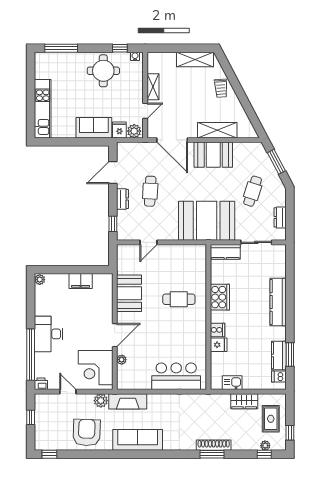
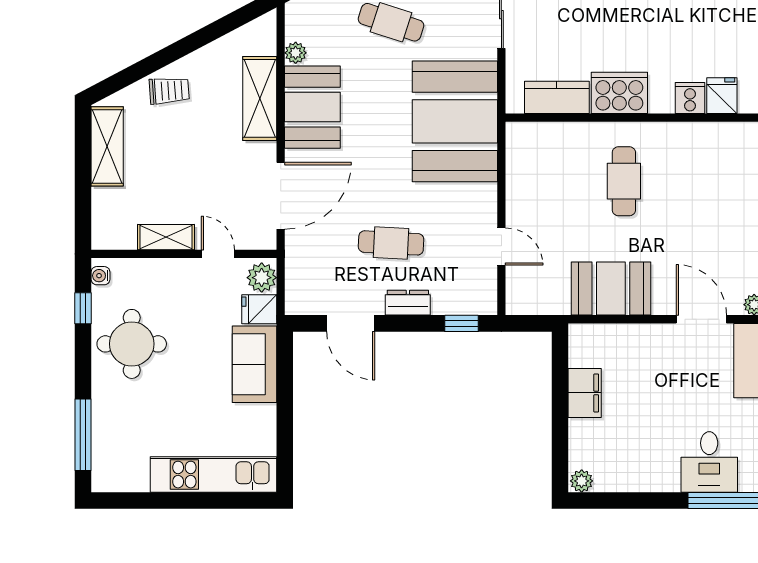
plant: (238, 147) -> (296, 53), added
kitchen counter: (225, 252) -> (557, 97), moved, turned -90
desk: (49, 334) -> (709, 462), width x0.73

